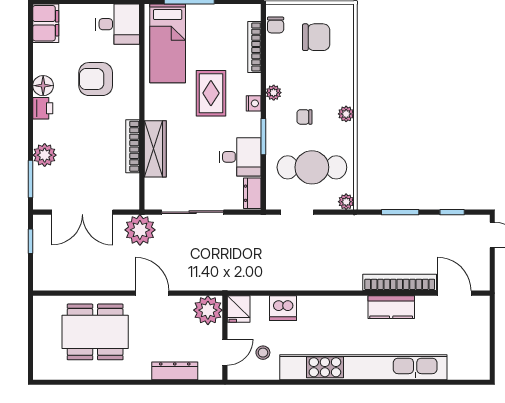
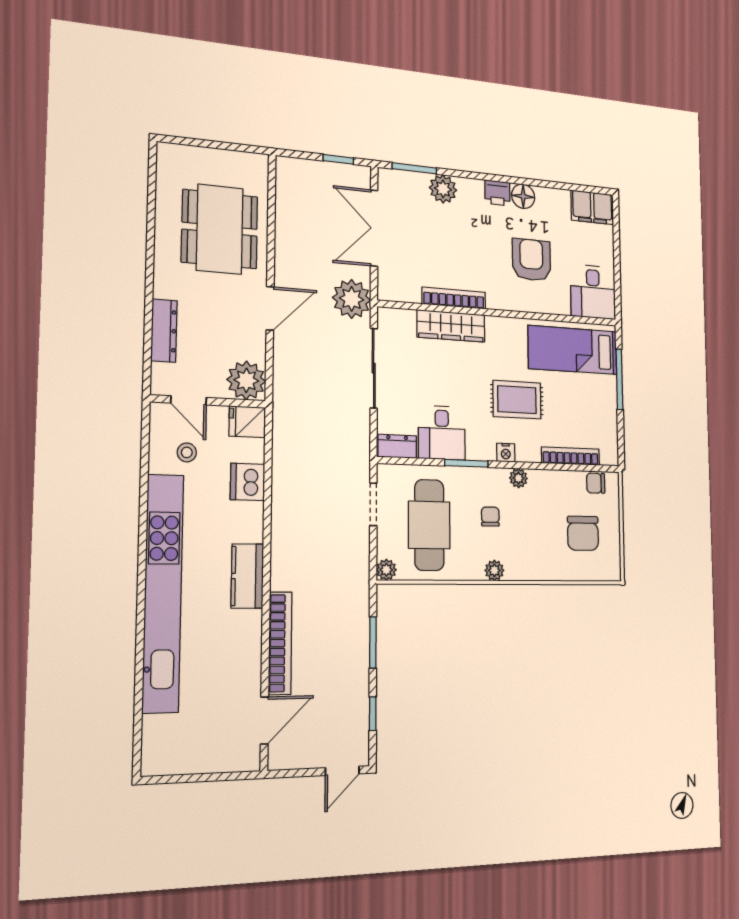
kitchen counter: (391, 307) -> (247, 576), moved

